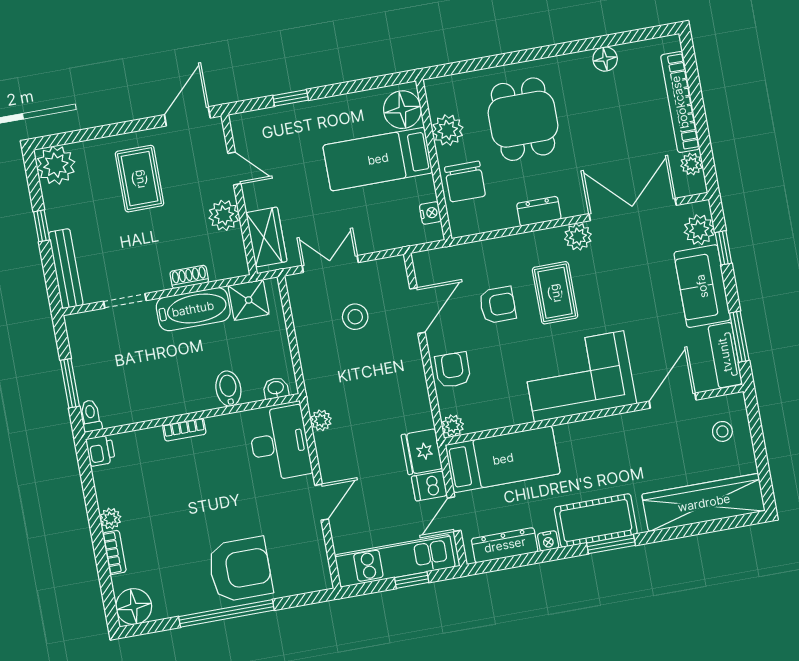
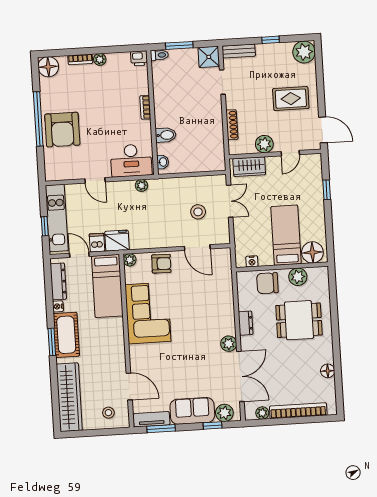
bench: (66, 269) -> (239, 51), width x0.73
shoe rack: (189, 277) -> (232, 125), width x1.43
rug: (555, 293) -> (198, 327), removed
shower: (249, 300) -> (209, 57), moved
armchair: (498, 305) -> (195, 293), removed
bathtub: (193, 309) -> (213, 120), removed
corner sofa: (579, 376) -> (148, 313), moved

